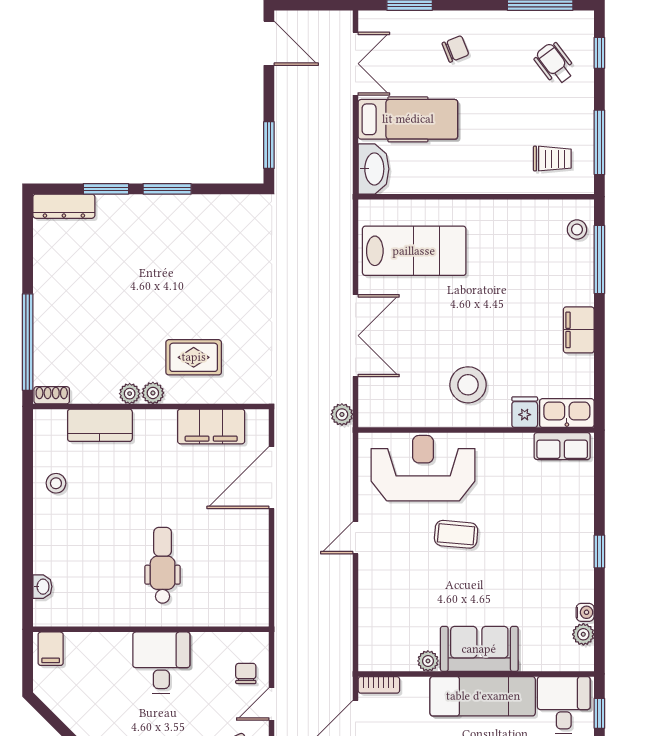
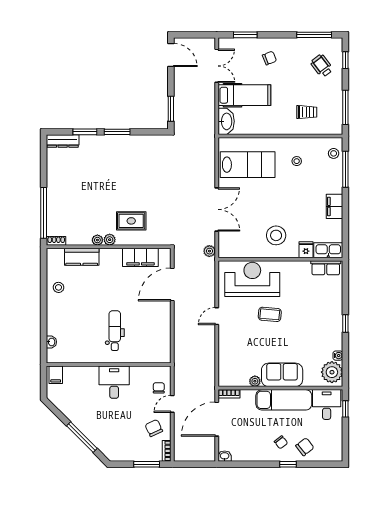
trolley: (552, 159) -> (307, 112), moved
stool: (507, 244) -> (297, 161), added
plant: (583, 634) -> (332, 372), width x1.88, depth x1.88

